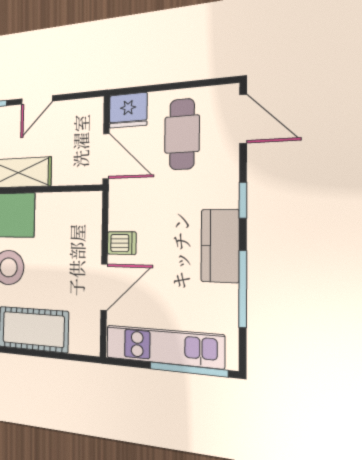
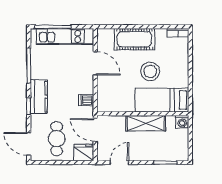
door: (37, 100) -> (119, 163), moved
dishwasher: (122, 243) -> (86, 100), moved
kitchen counter: (220, 246) -> (39, 97), moved
door: (104, 287) -> (95, 63), swing flipped

